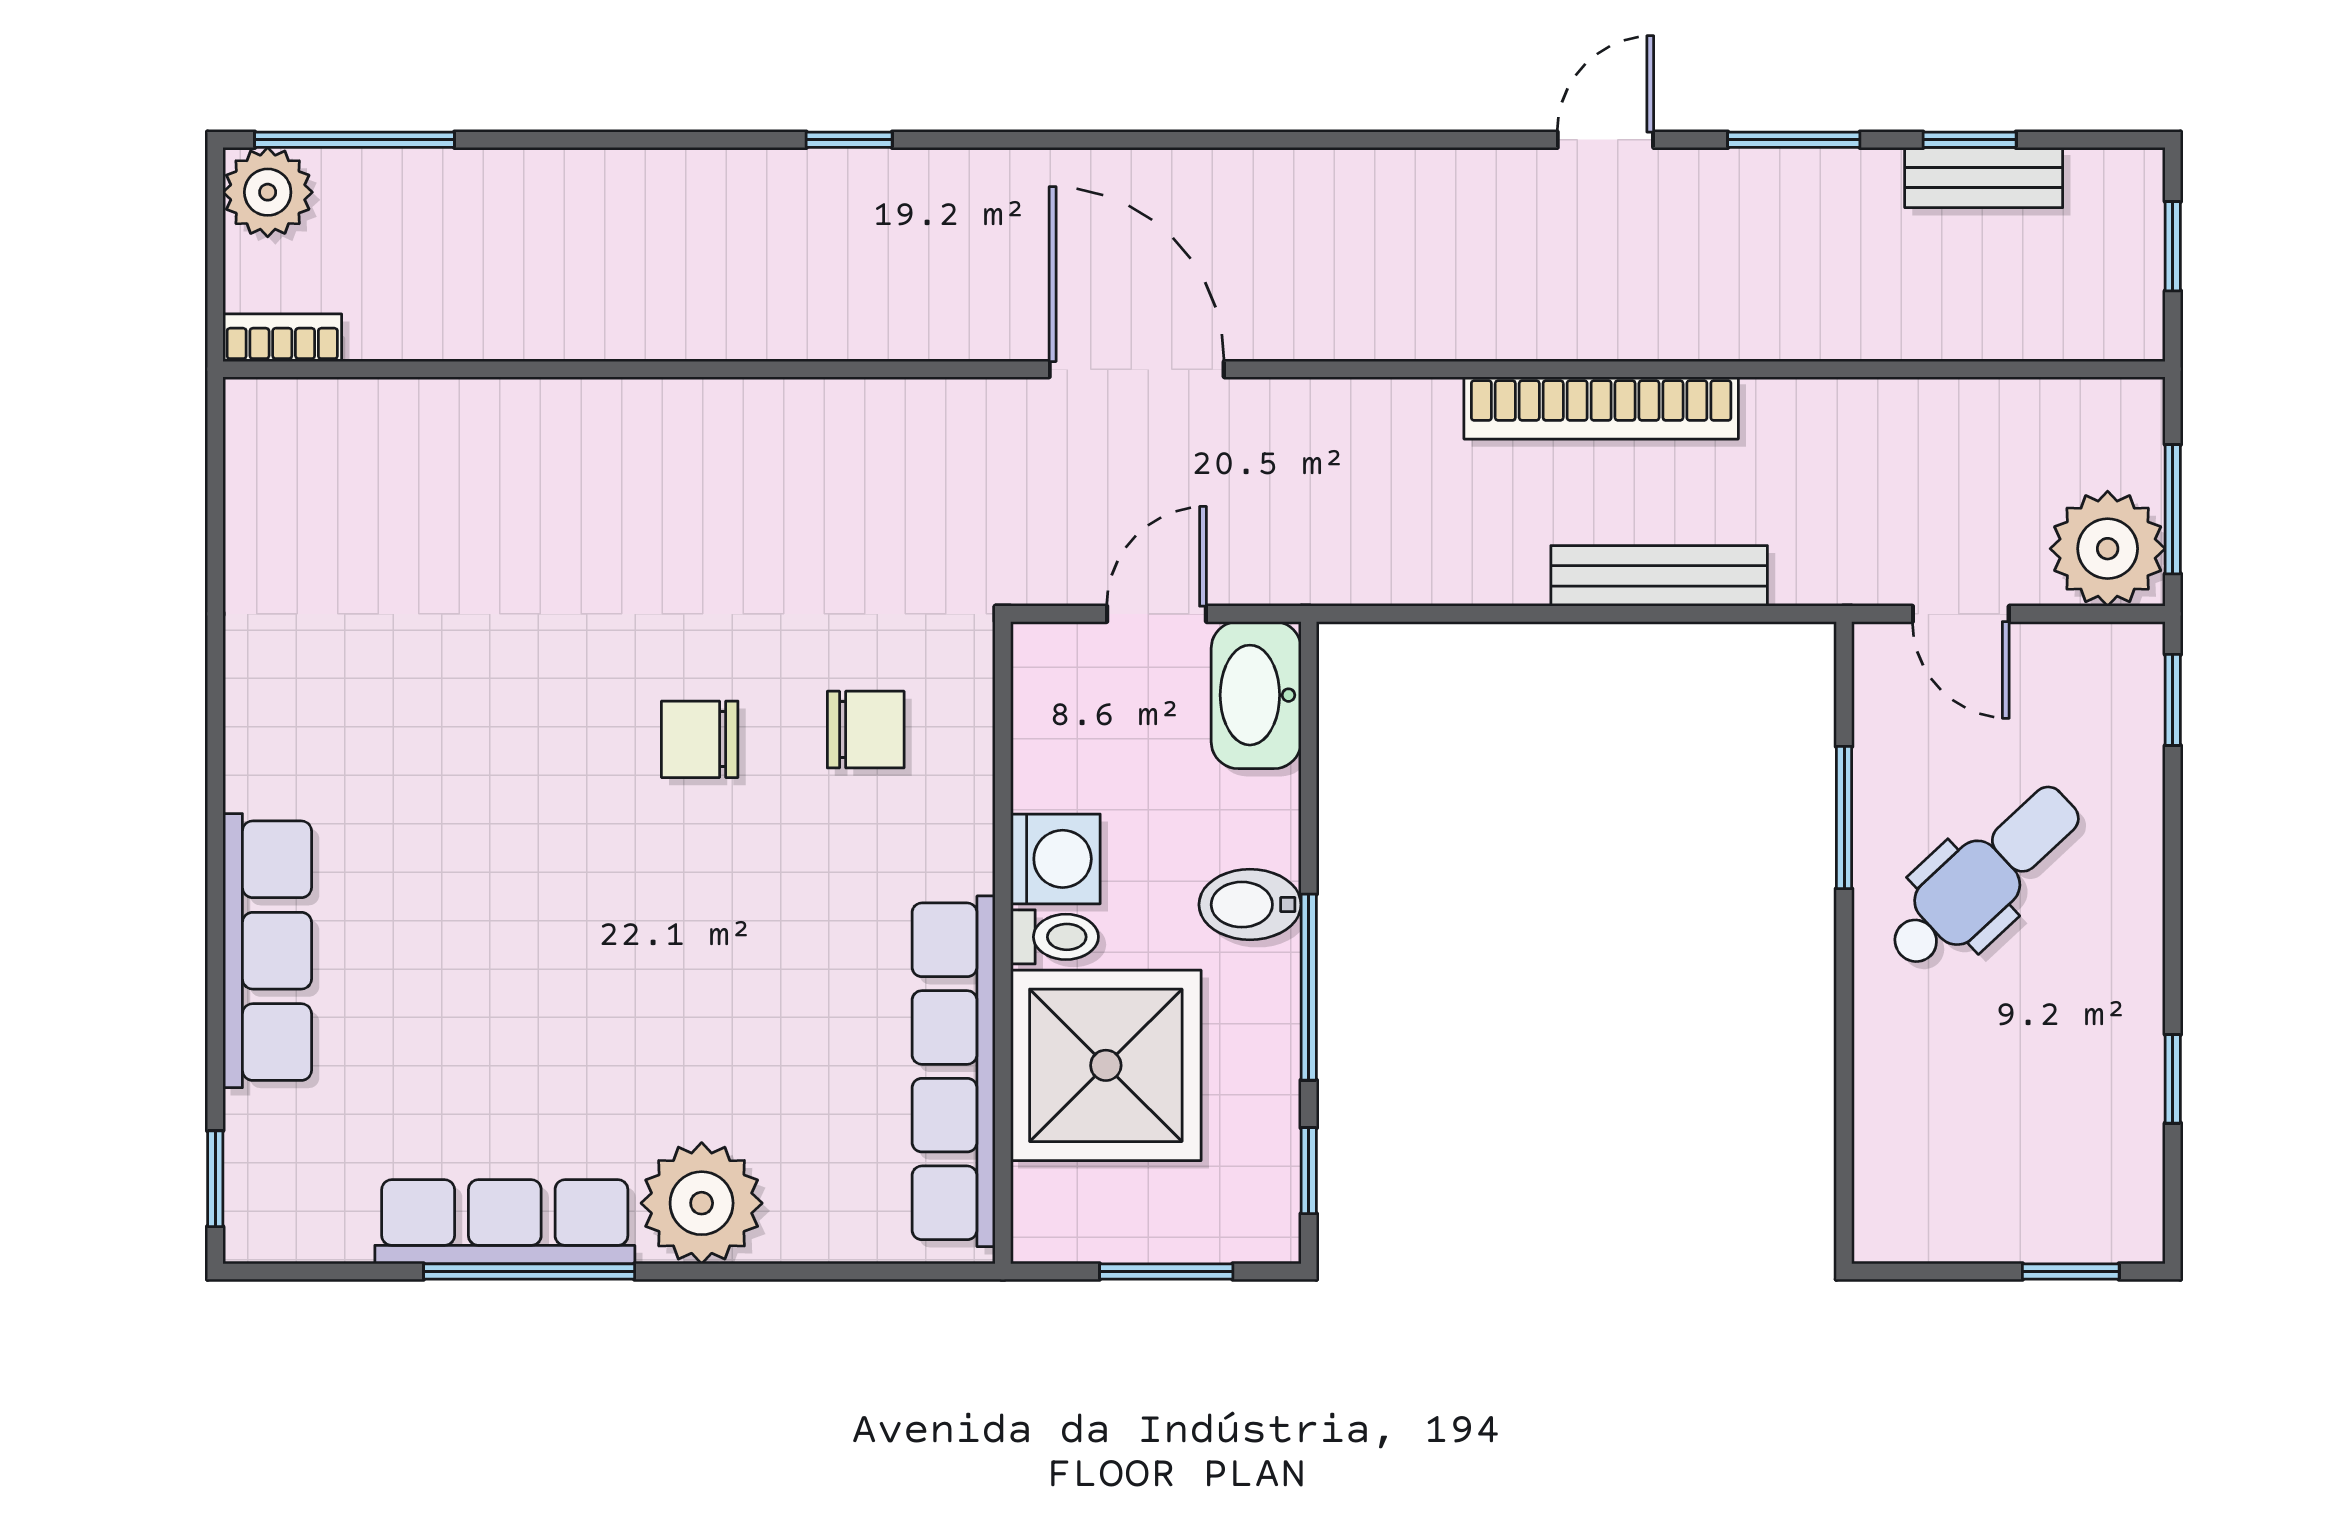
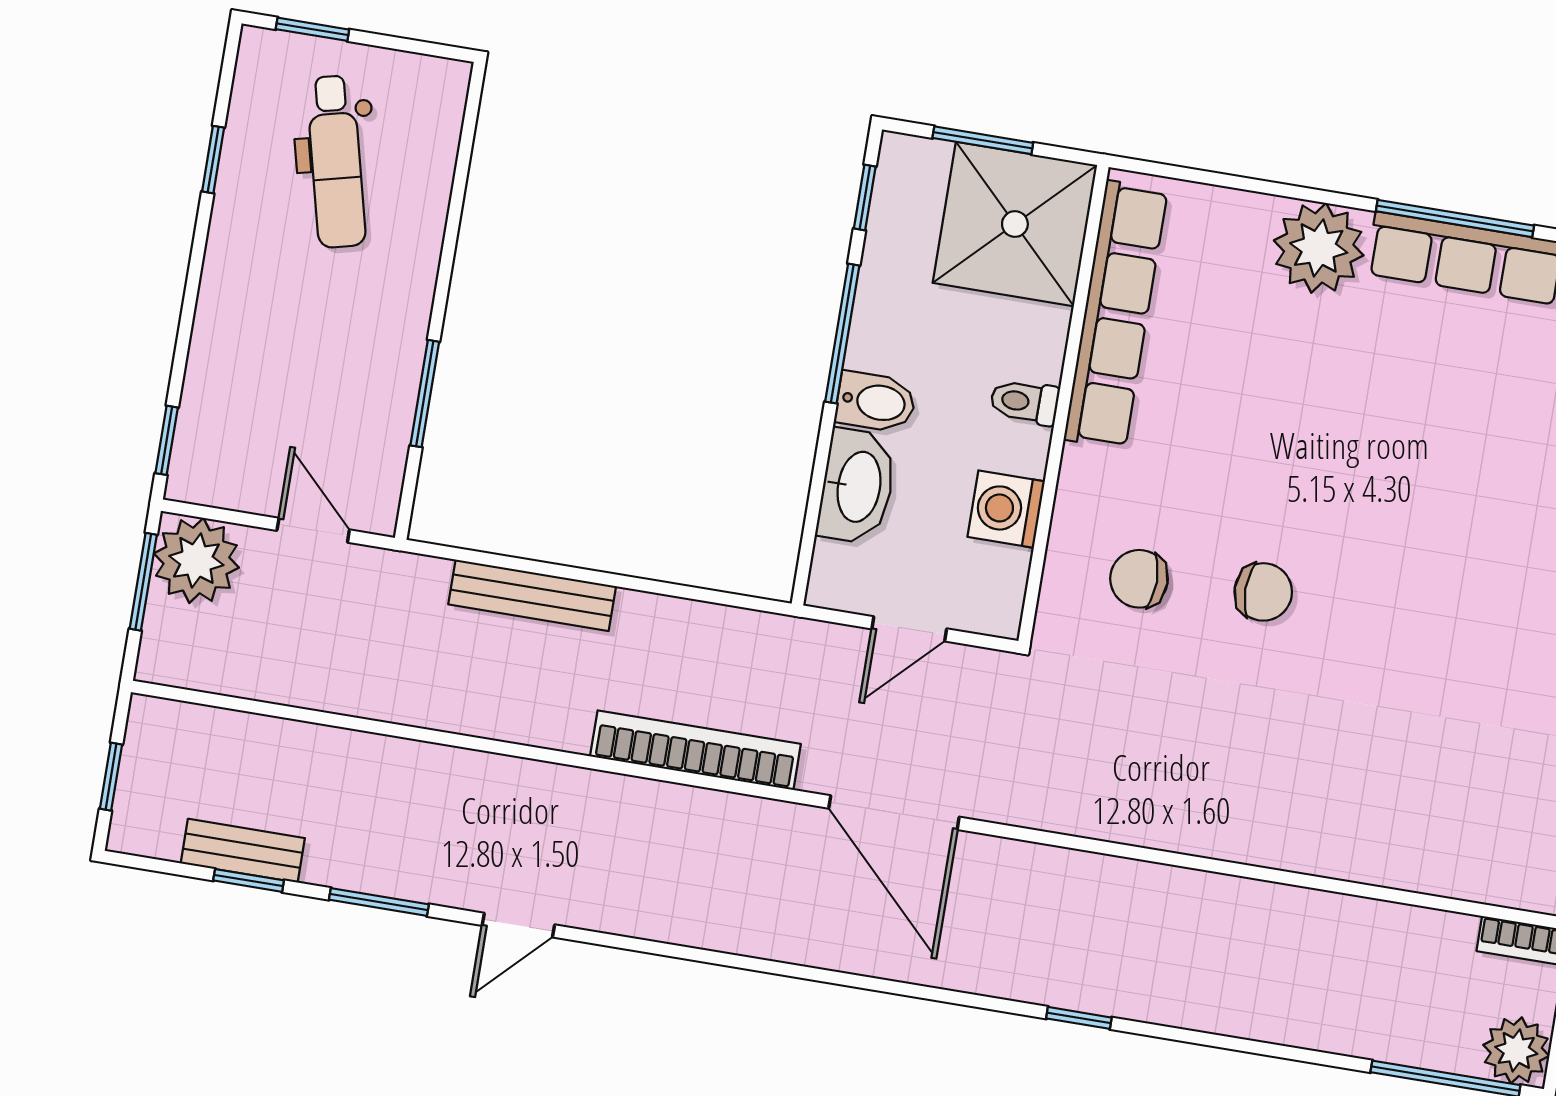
bookcase: (1601, 408) -> (695, 750), moved
washbasin: (1256, 695) -> (857, 486), moved
washing machine: (1055, 859) -> (1006, 509), moved
dental chair: (1984, 877) -> (336, 162), moved, turned -61
shower: (1106, 1065) -> (1015, 224), moved

